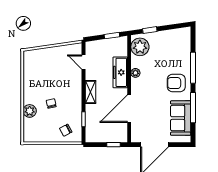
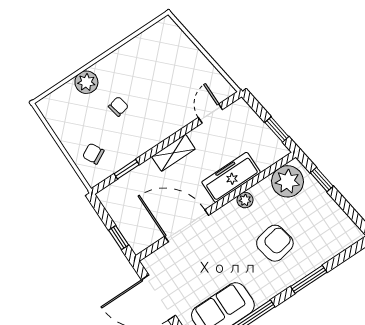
window: (193, 68) -> (309, 279), width x0.69
armchair: (176, 83) -> (275, 243), moved, turned 79

